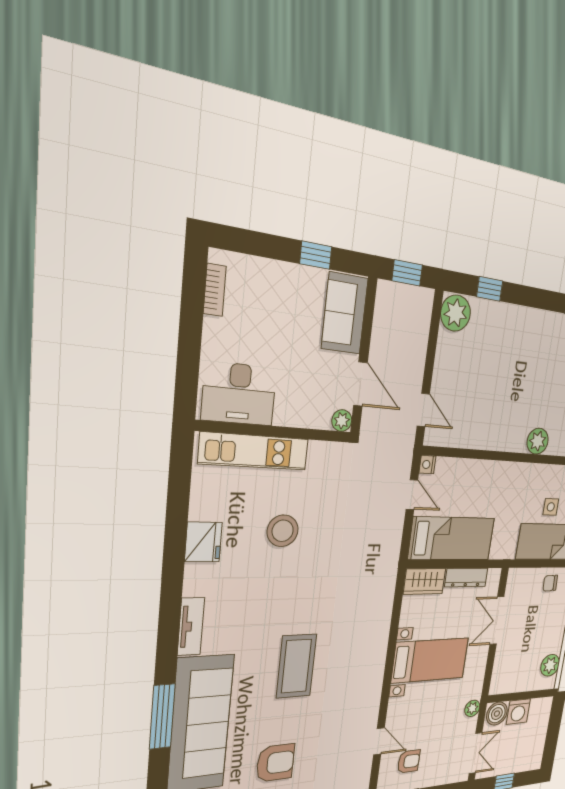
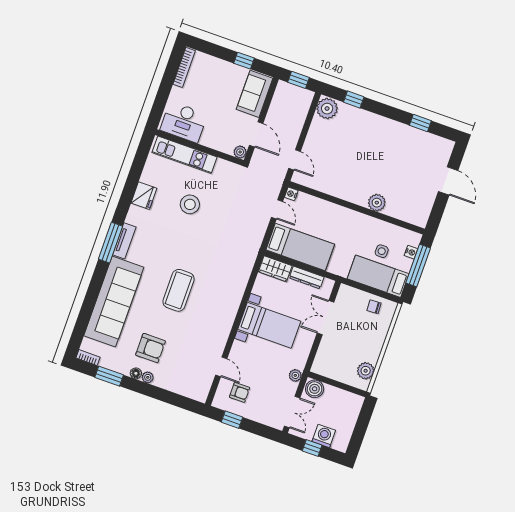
bookcase: (215, 290) -> (184, 67), width x1.56
washing machine: (518, 712) -> (324, 436), moved, turned 180
window: (162, 717) -> (110, 243), moved

